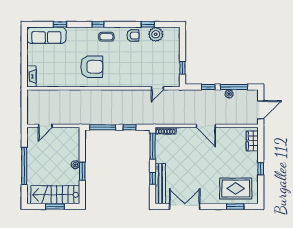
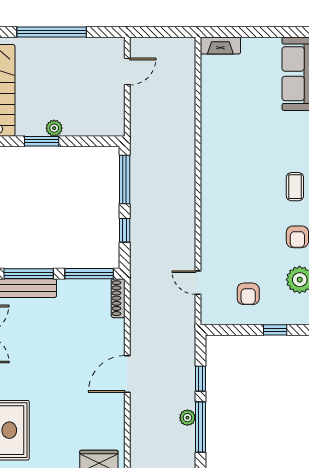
armchair: (92, 67) -> (248, 294), moved, width x0.53, depth x0.53
window: (182, 68) -> (275, 330), moved
door: (45, 126) -> (127, 72), swing flipped
window: (153, 178) -> (29, 274), width x2.17

